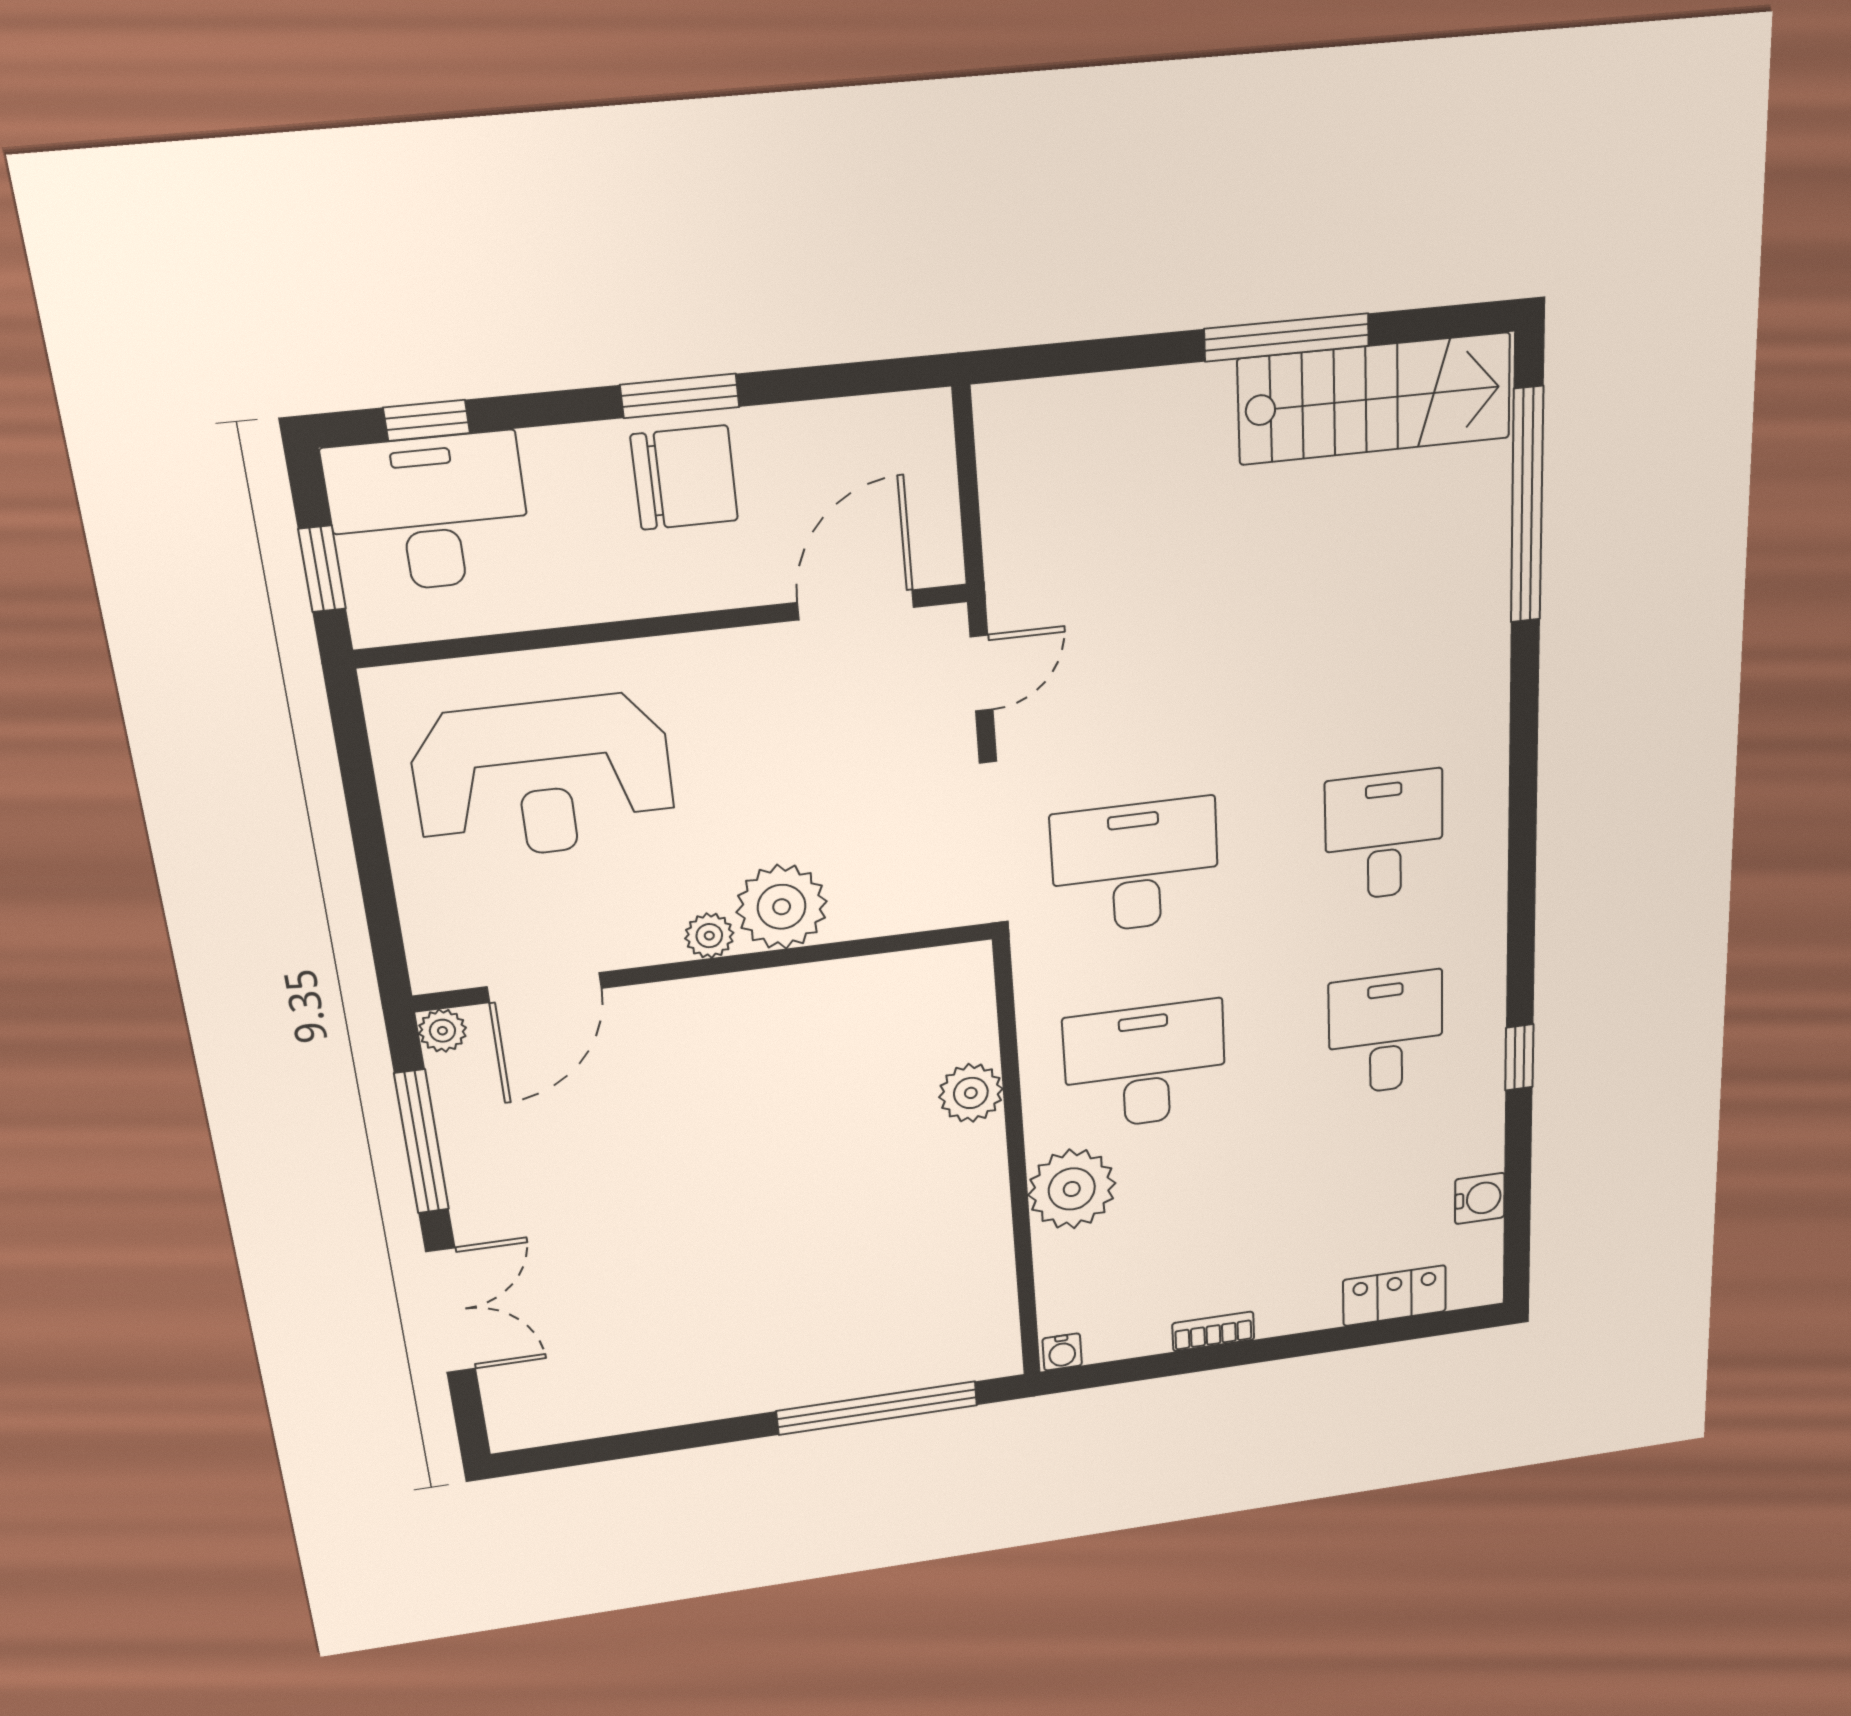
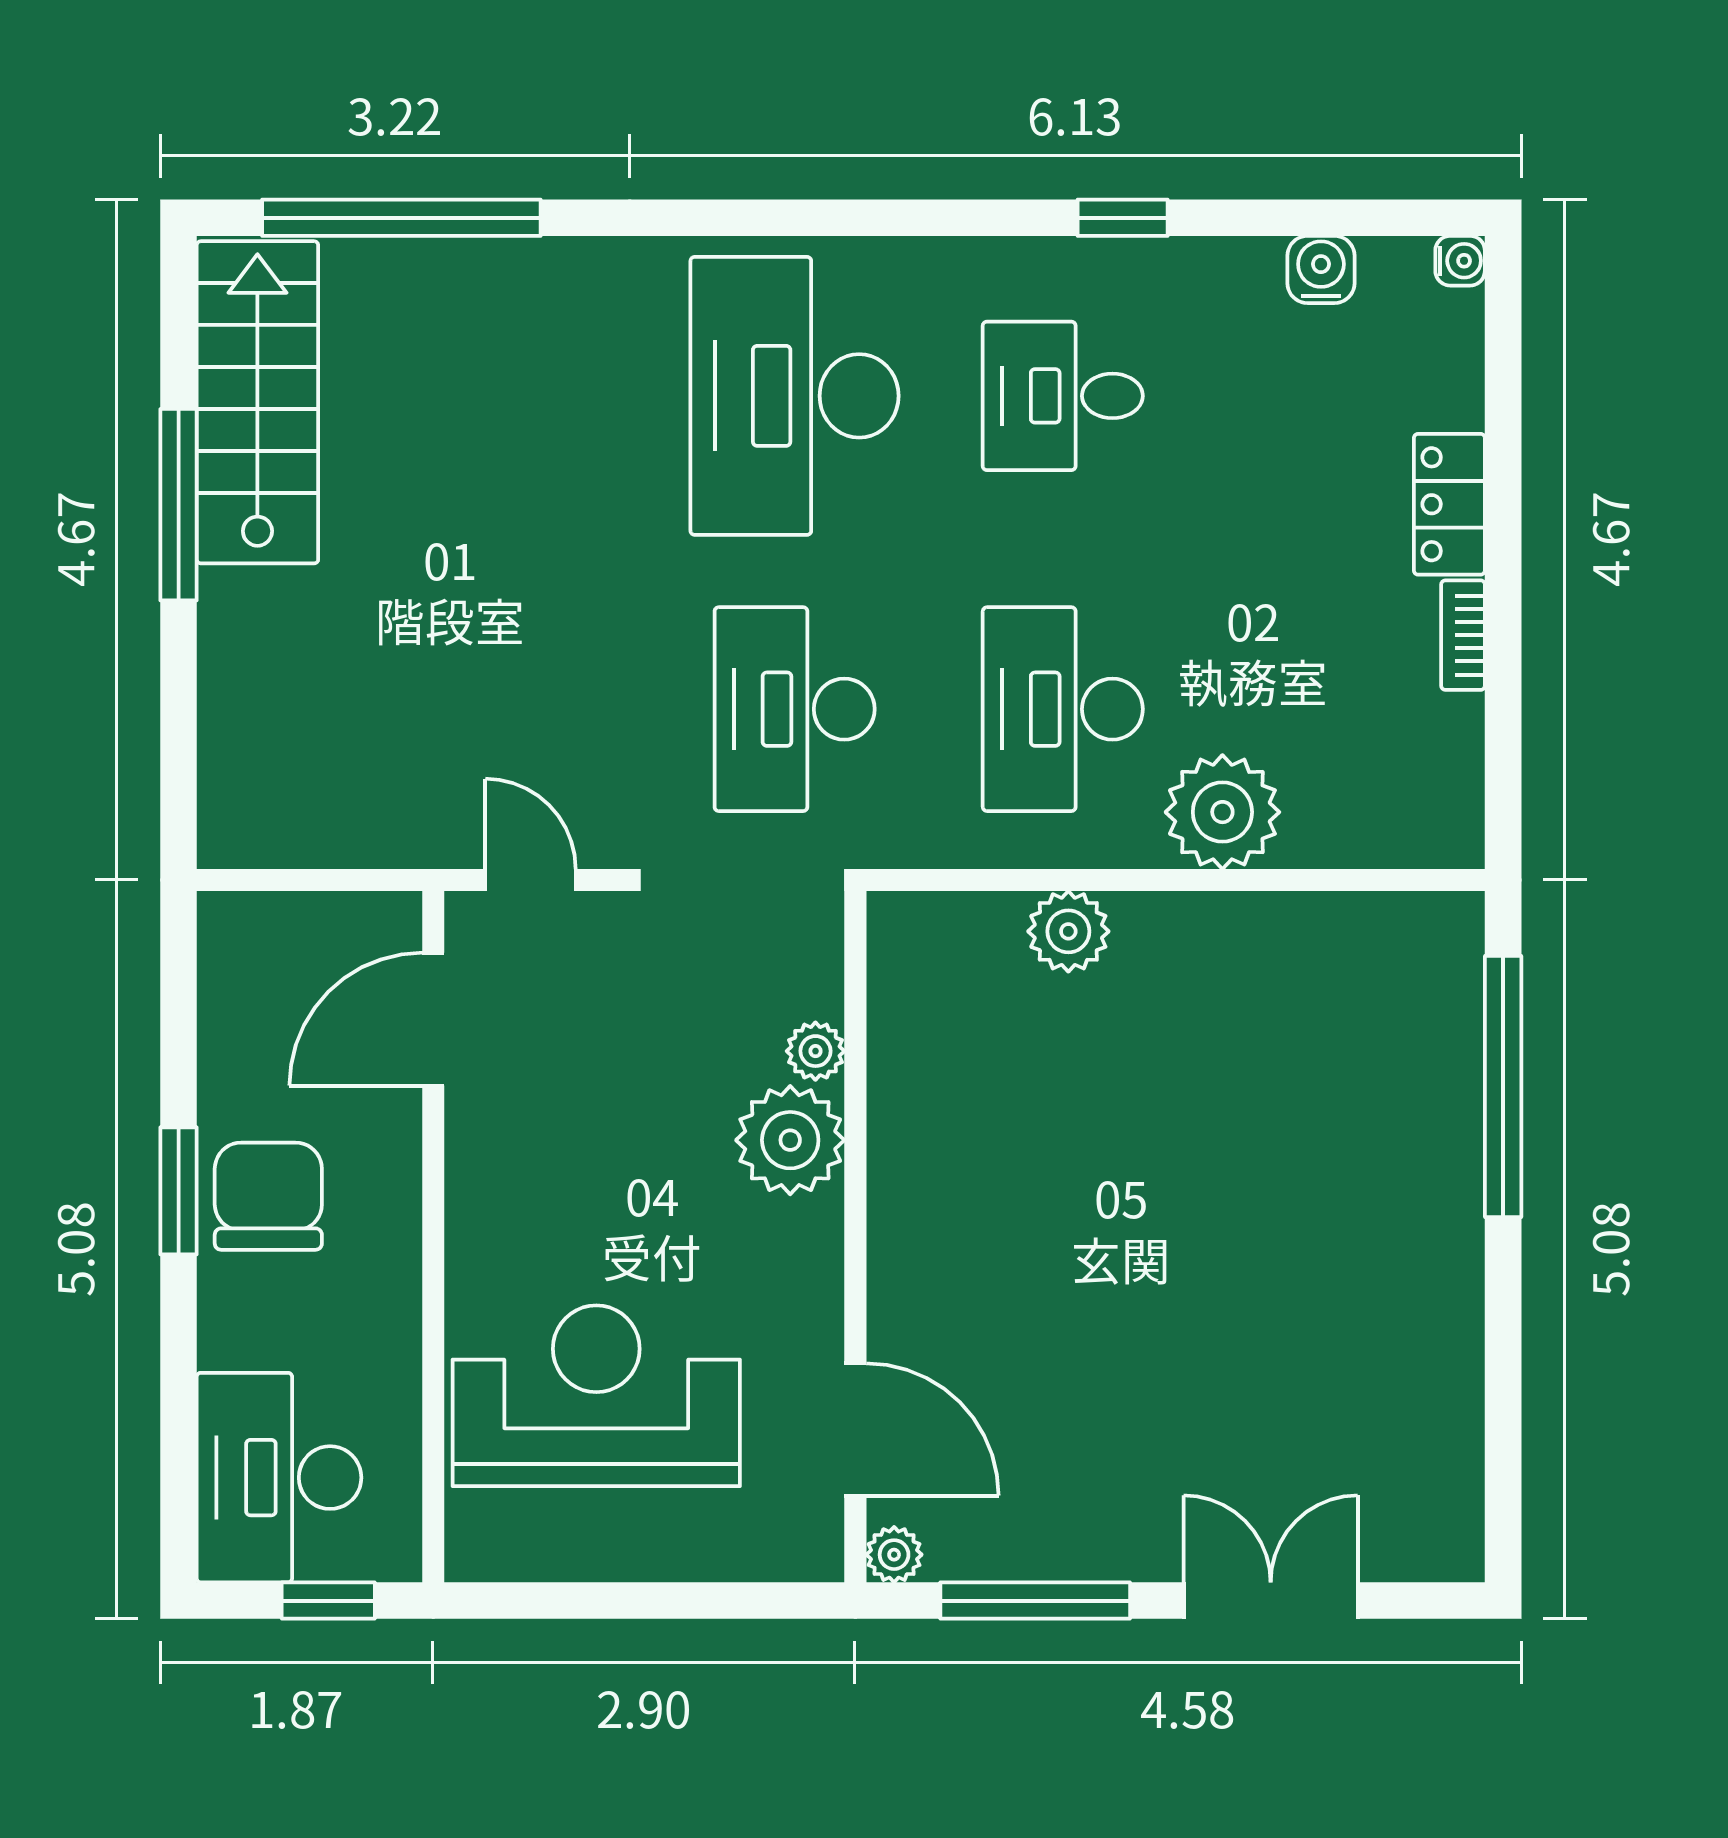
window: (427, 420) -> (179, 1465), removed
door: (856, 605) -> (433, 1019), hinge flipped
reception desk: (543, 778) -> (596, 1396), turned -90
desk: (1384, 836) -> (795, 396), width x1.87, depth x1.30
plant: (709, 936) -> (815, 1051), moved
locker: (1395, 1296) -> (1449, 504), moved
water cooler: (1062, 1352) -> (1460, 261), moved

